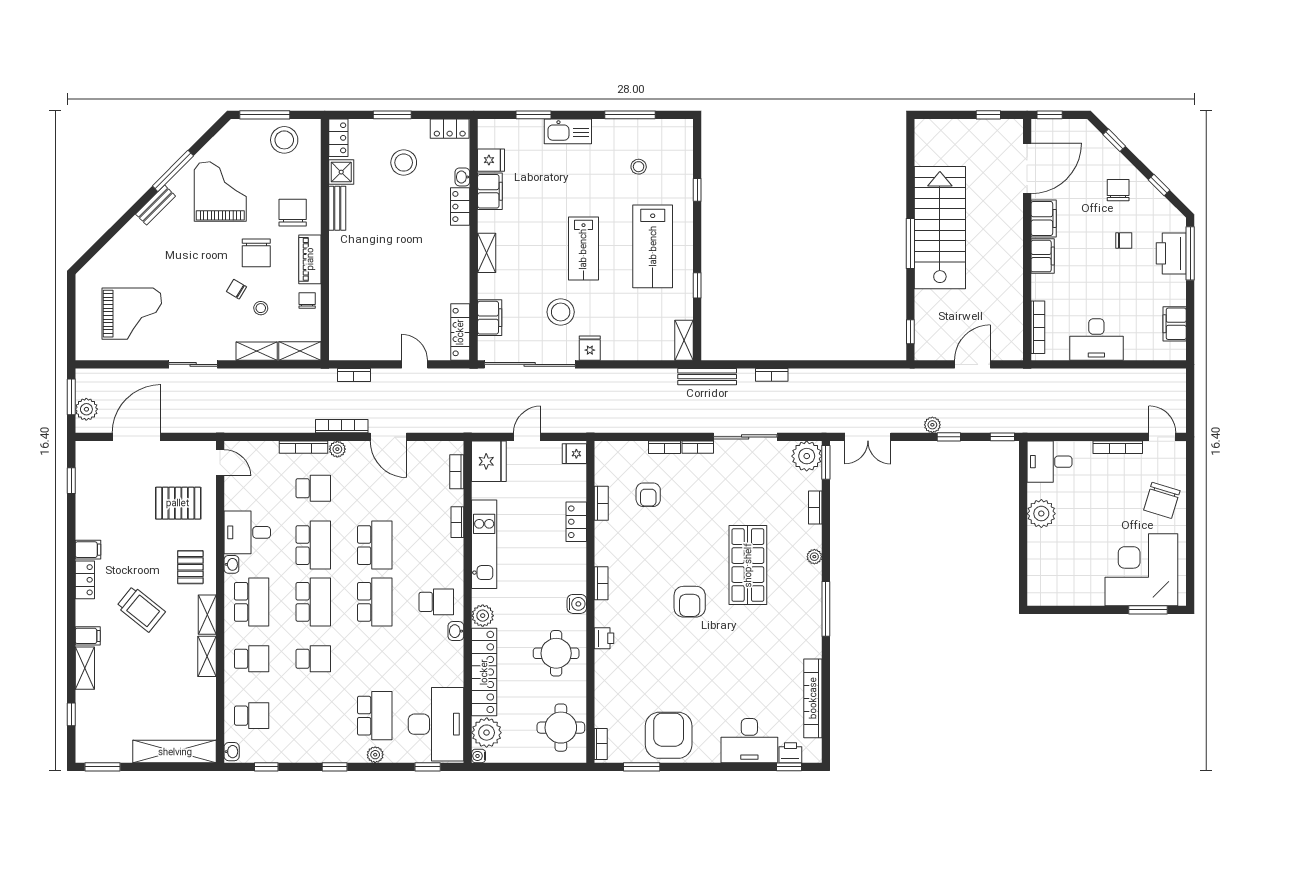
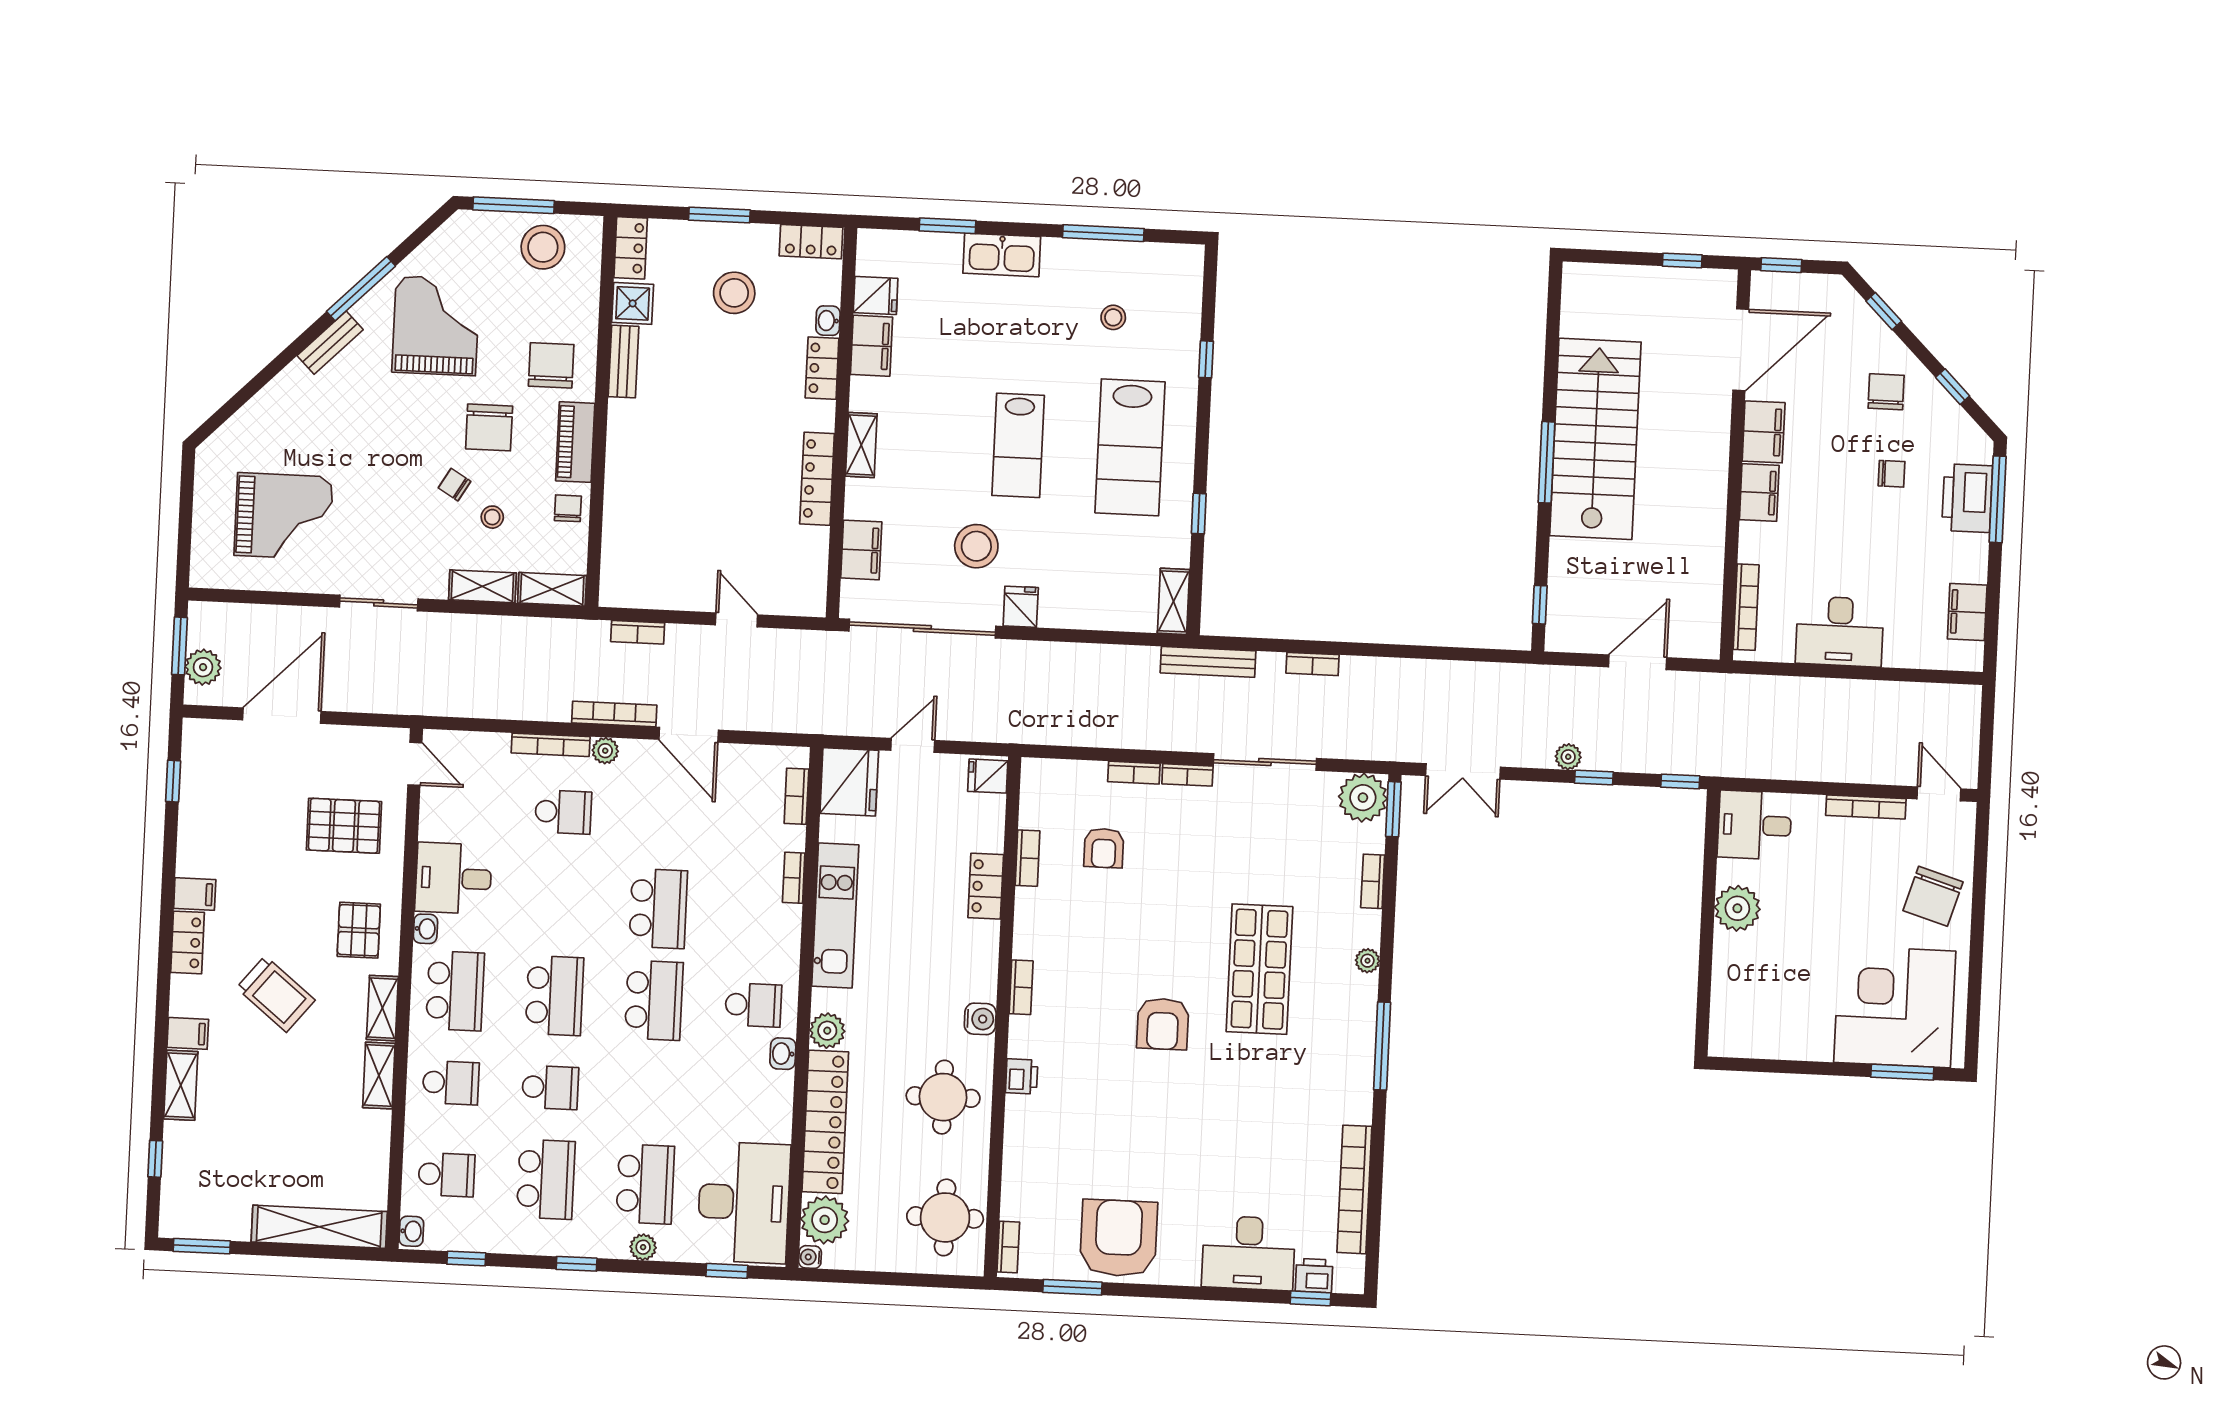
locker: (460, 332) -> (817, 479), moved
school desk: (313, 545) -> (546, 1179), moved

